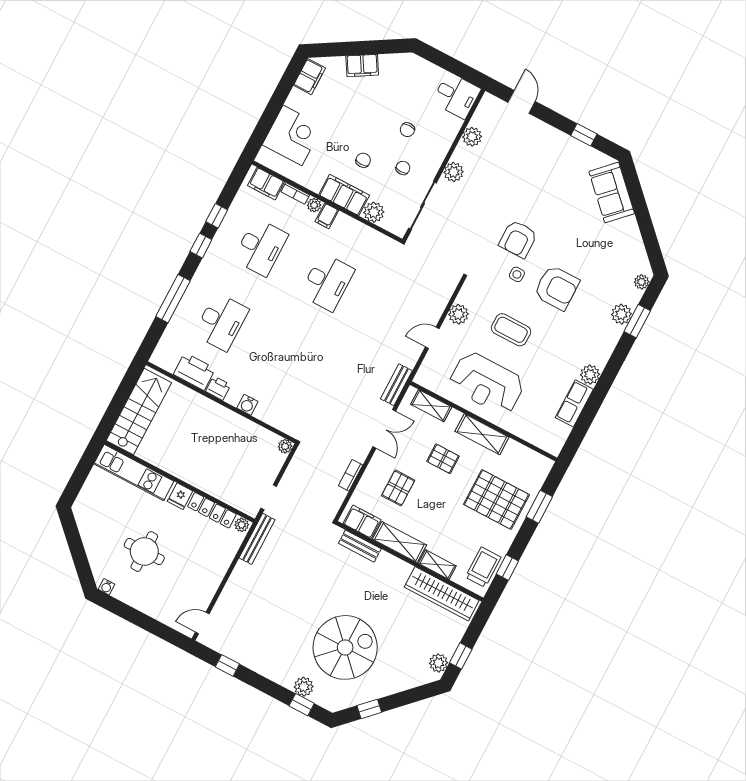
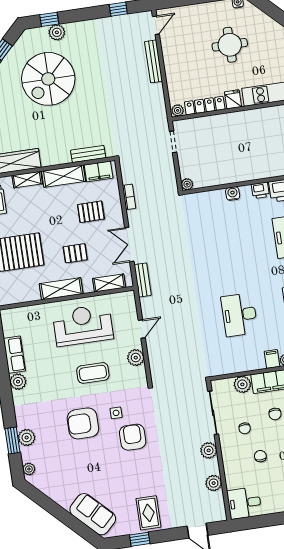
rug: (557, 154) -> (148, 513), added
pallet: (398, 488) -> (91, 212), turned 90
bench: (257, 539) -> (154, 61), moved

